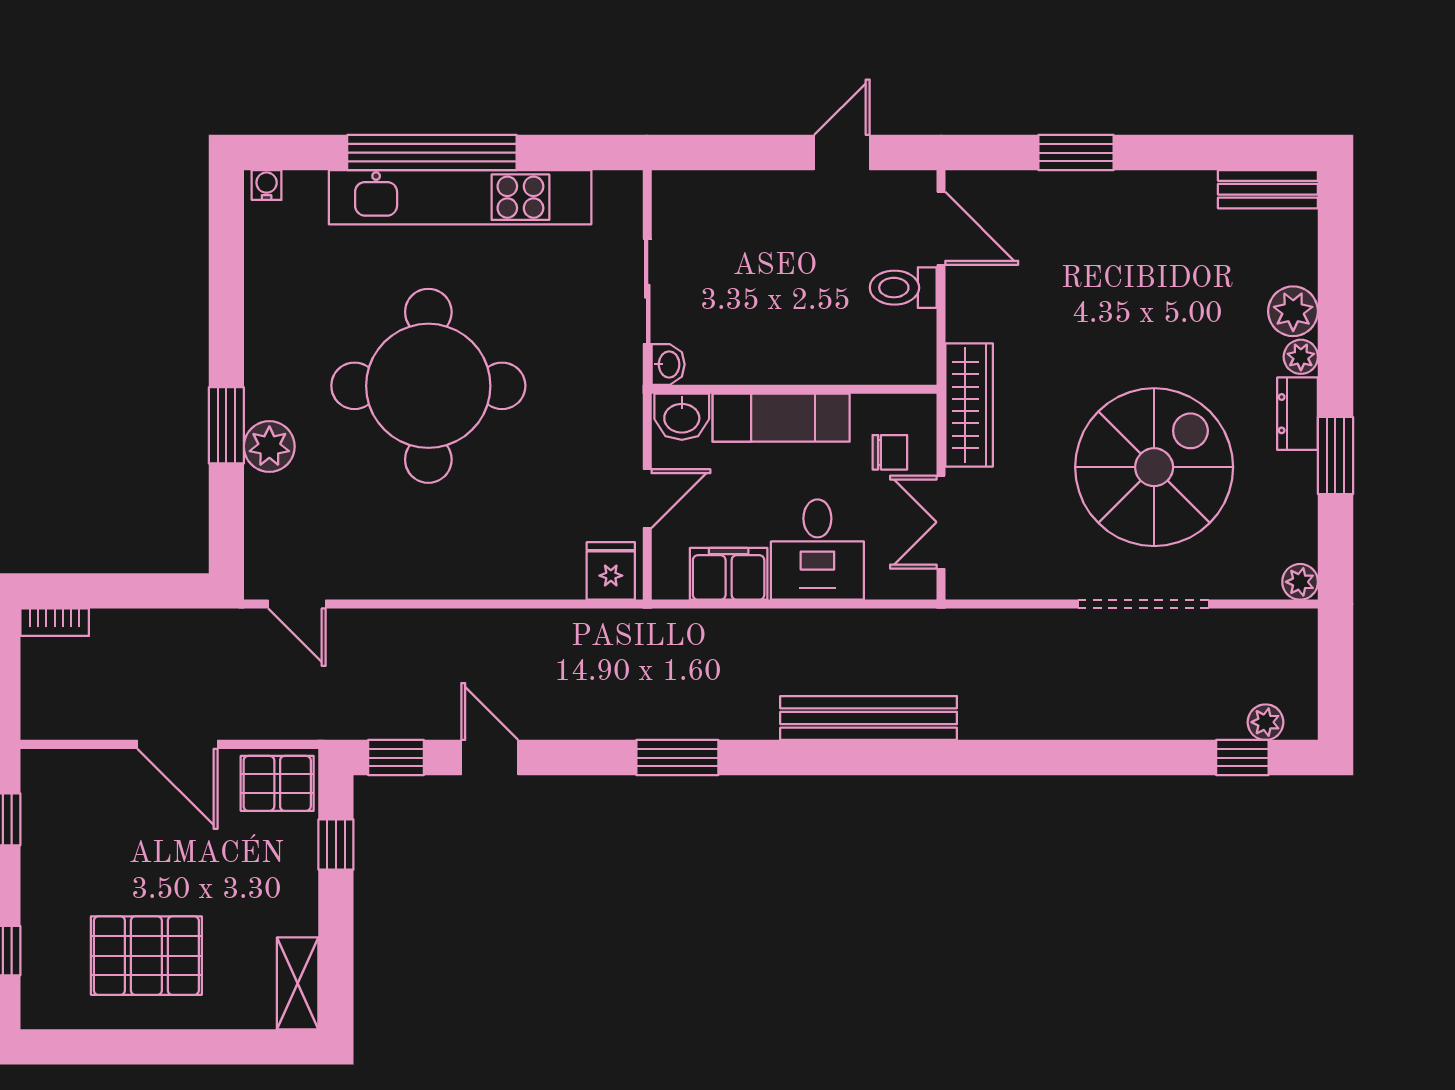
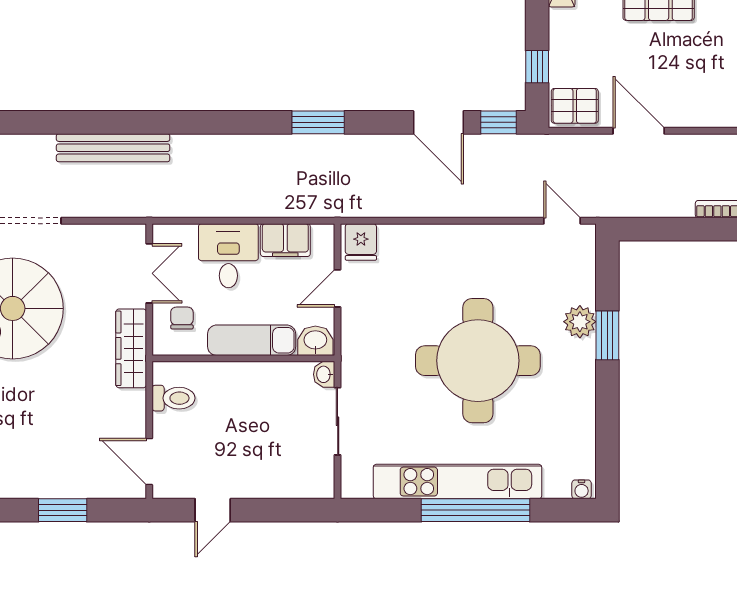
toilet: (903, 288) -> (173, 398), moved
chair: (890, 452) -> (182, 318), turned 90
bench: (869, 718) -> (113, 148), moved
door: (490, 758) -> (438, 122), width x1.38

